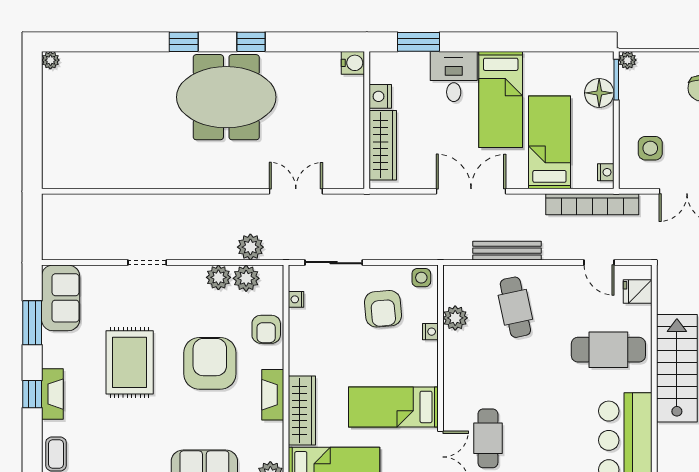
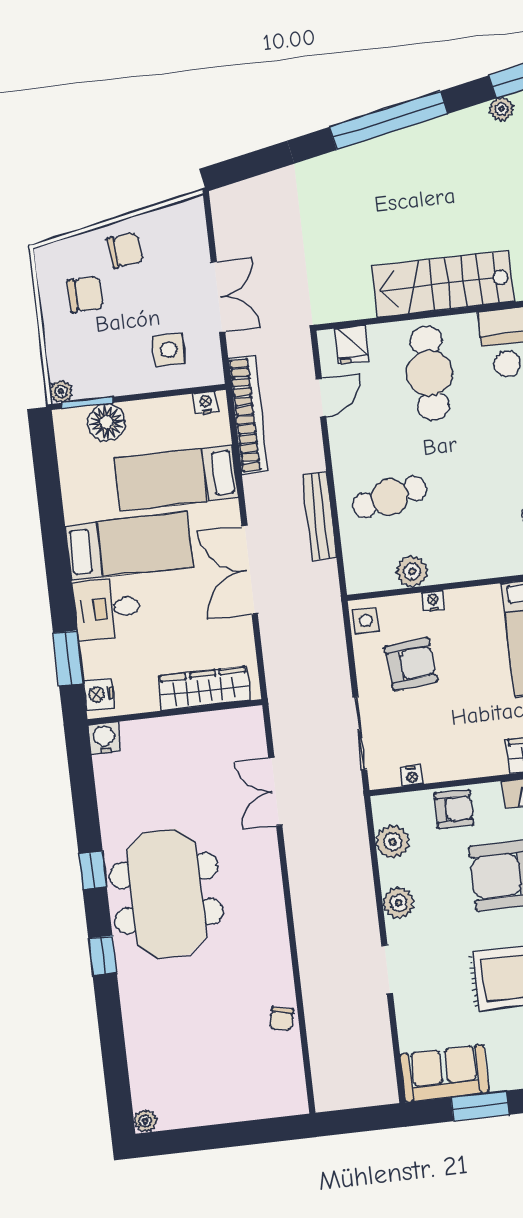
nightstand: (380, 96) -> (99, 694), moved, turned 90
chair: (118, 176) -> (281, 1019), added
plant: (250, 247) -> (352, 841), removed
plant: (218, 277) -> (398, 903), moved

